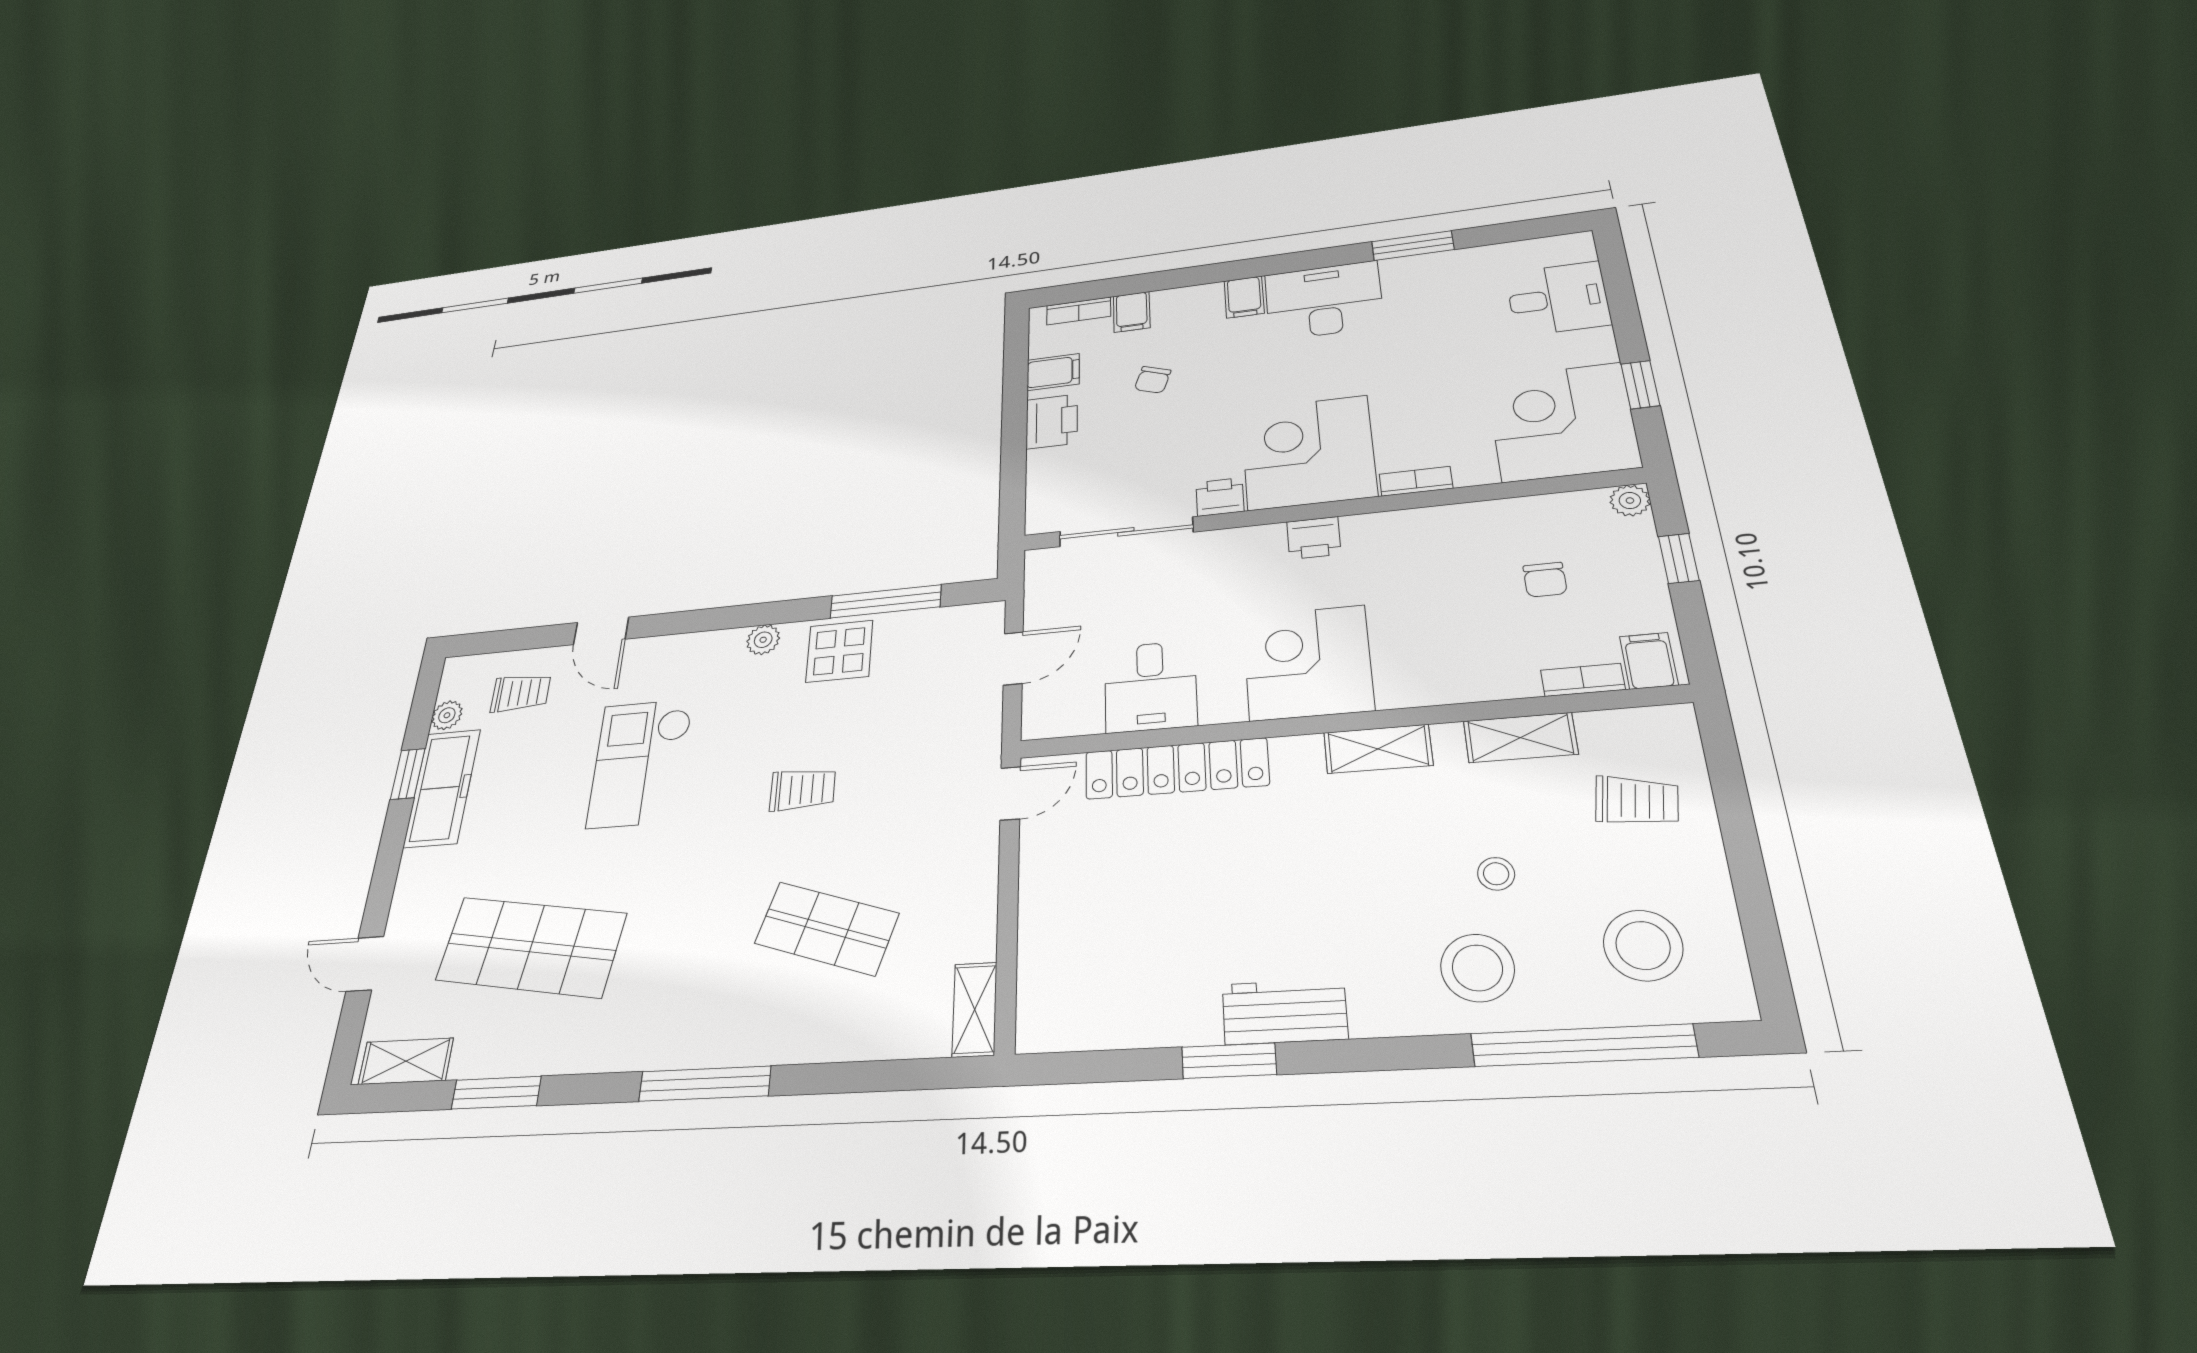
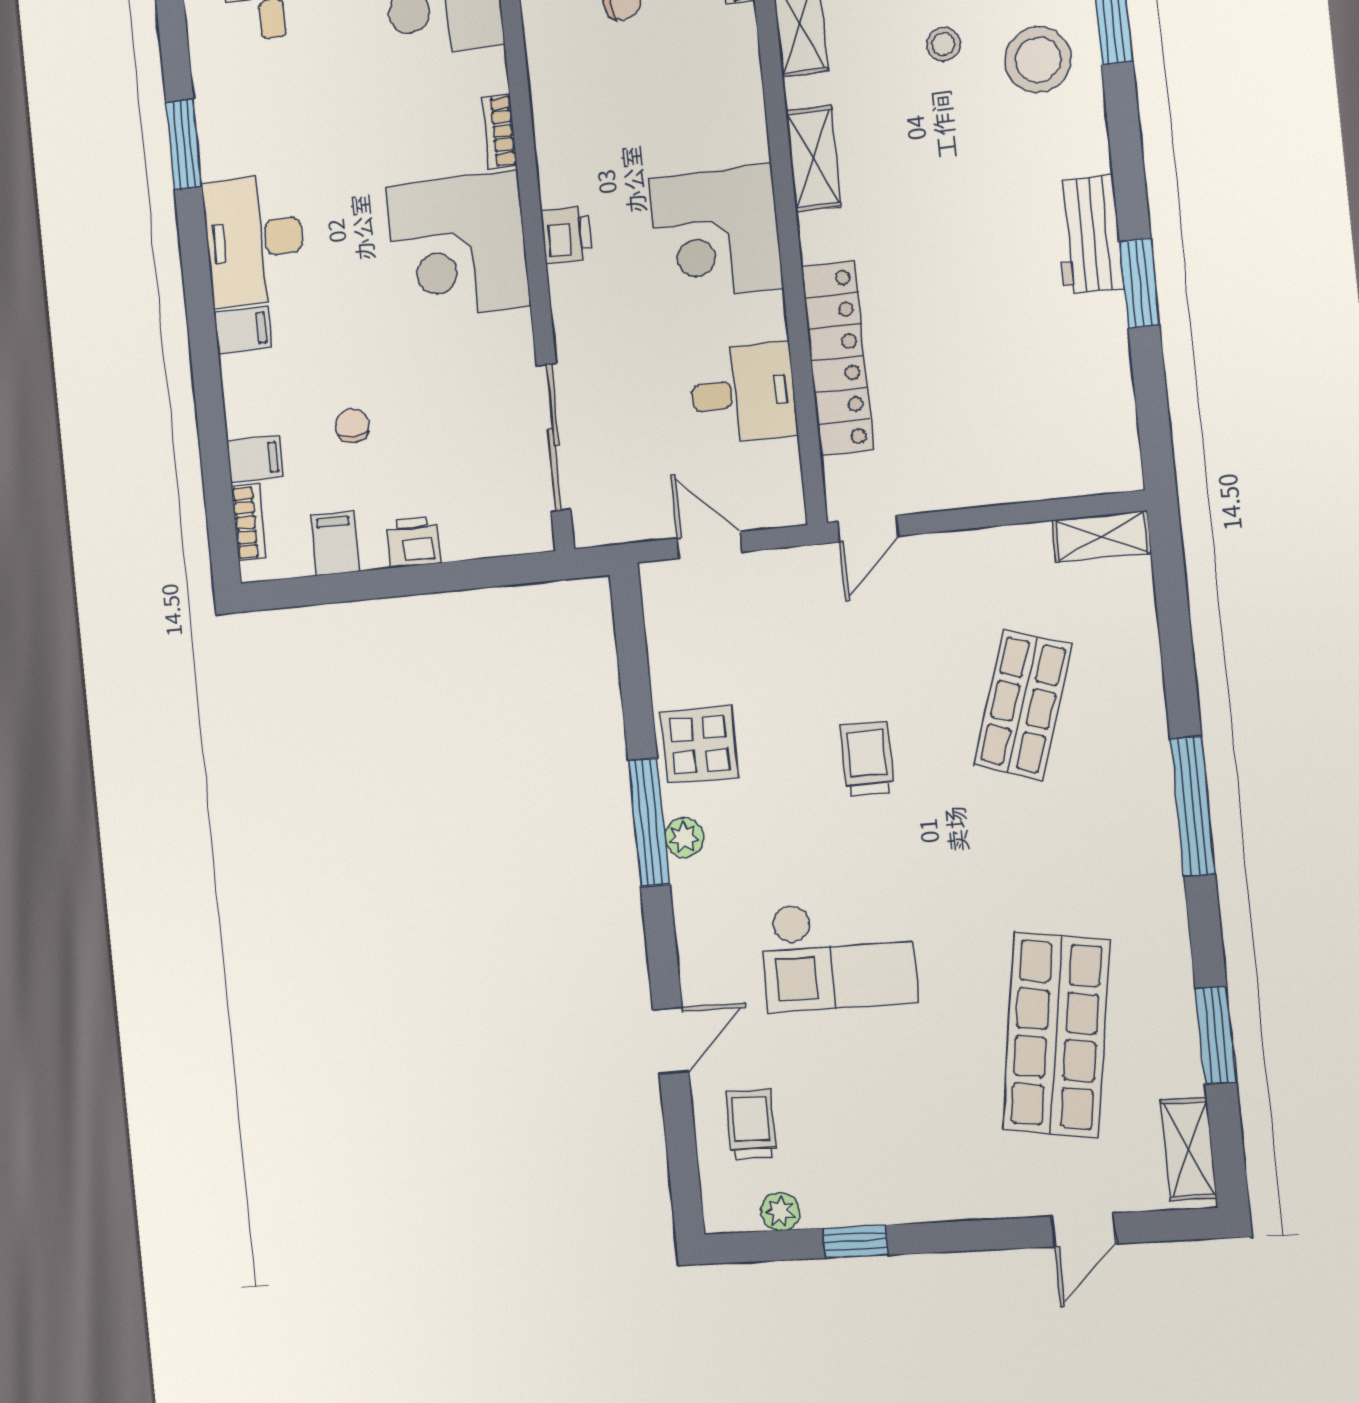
chair: (1153, 380) -> (352, 426), turned -109
printer: (1052, 421) -> (414, 542), width x0.73, depth x0.81
printer: (1220, 497) -> (512, 338), removed
window: (886, 601) -> (649, 822), moved
freezer: (442, 788) -> (872, 1193), removed
door: (1010, 793) -> (868, 529), swing flipped

